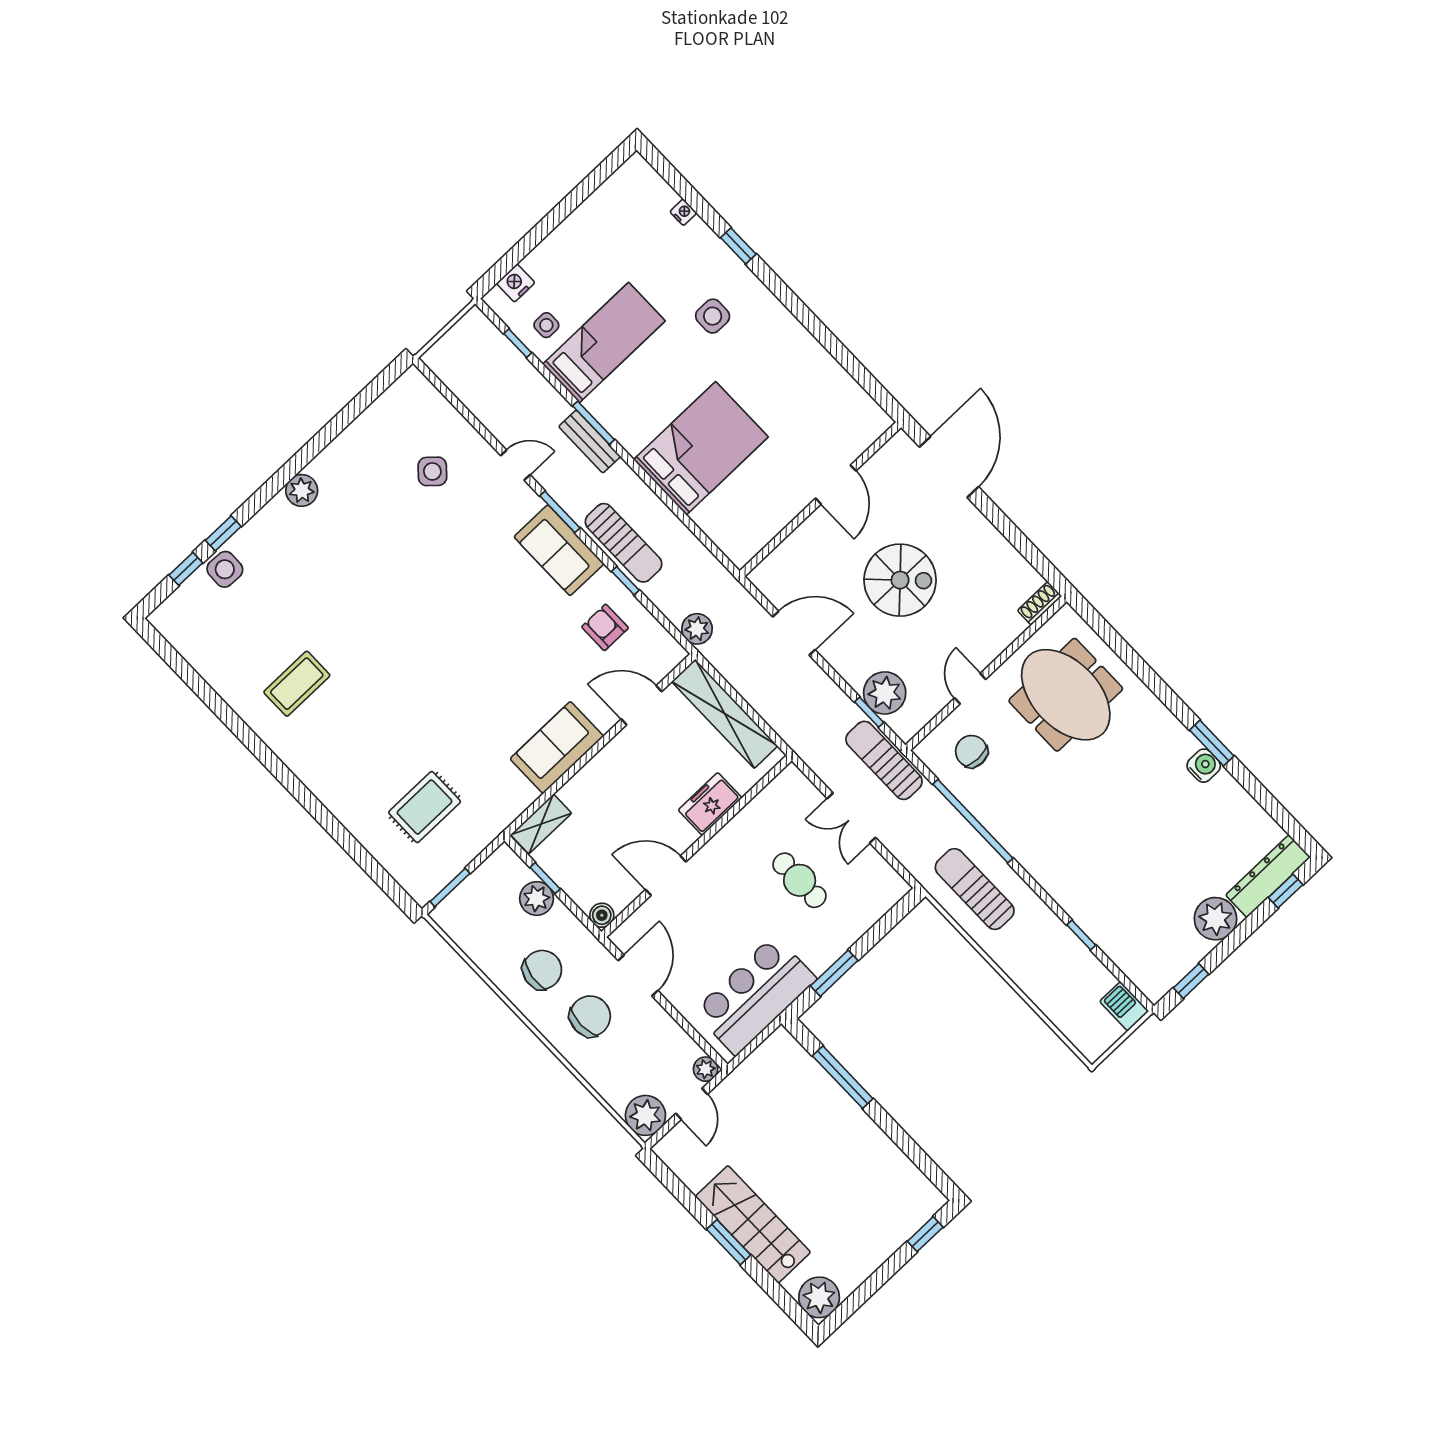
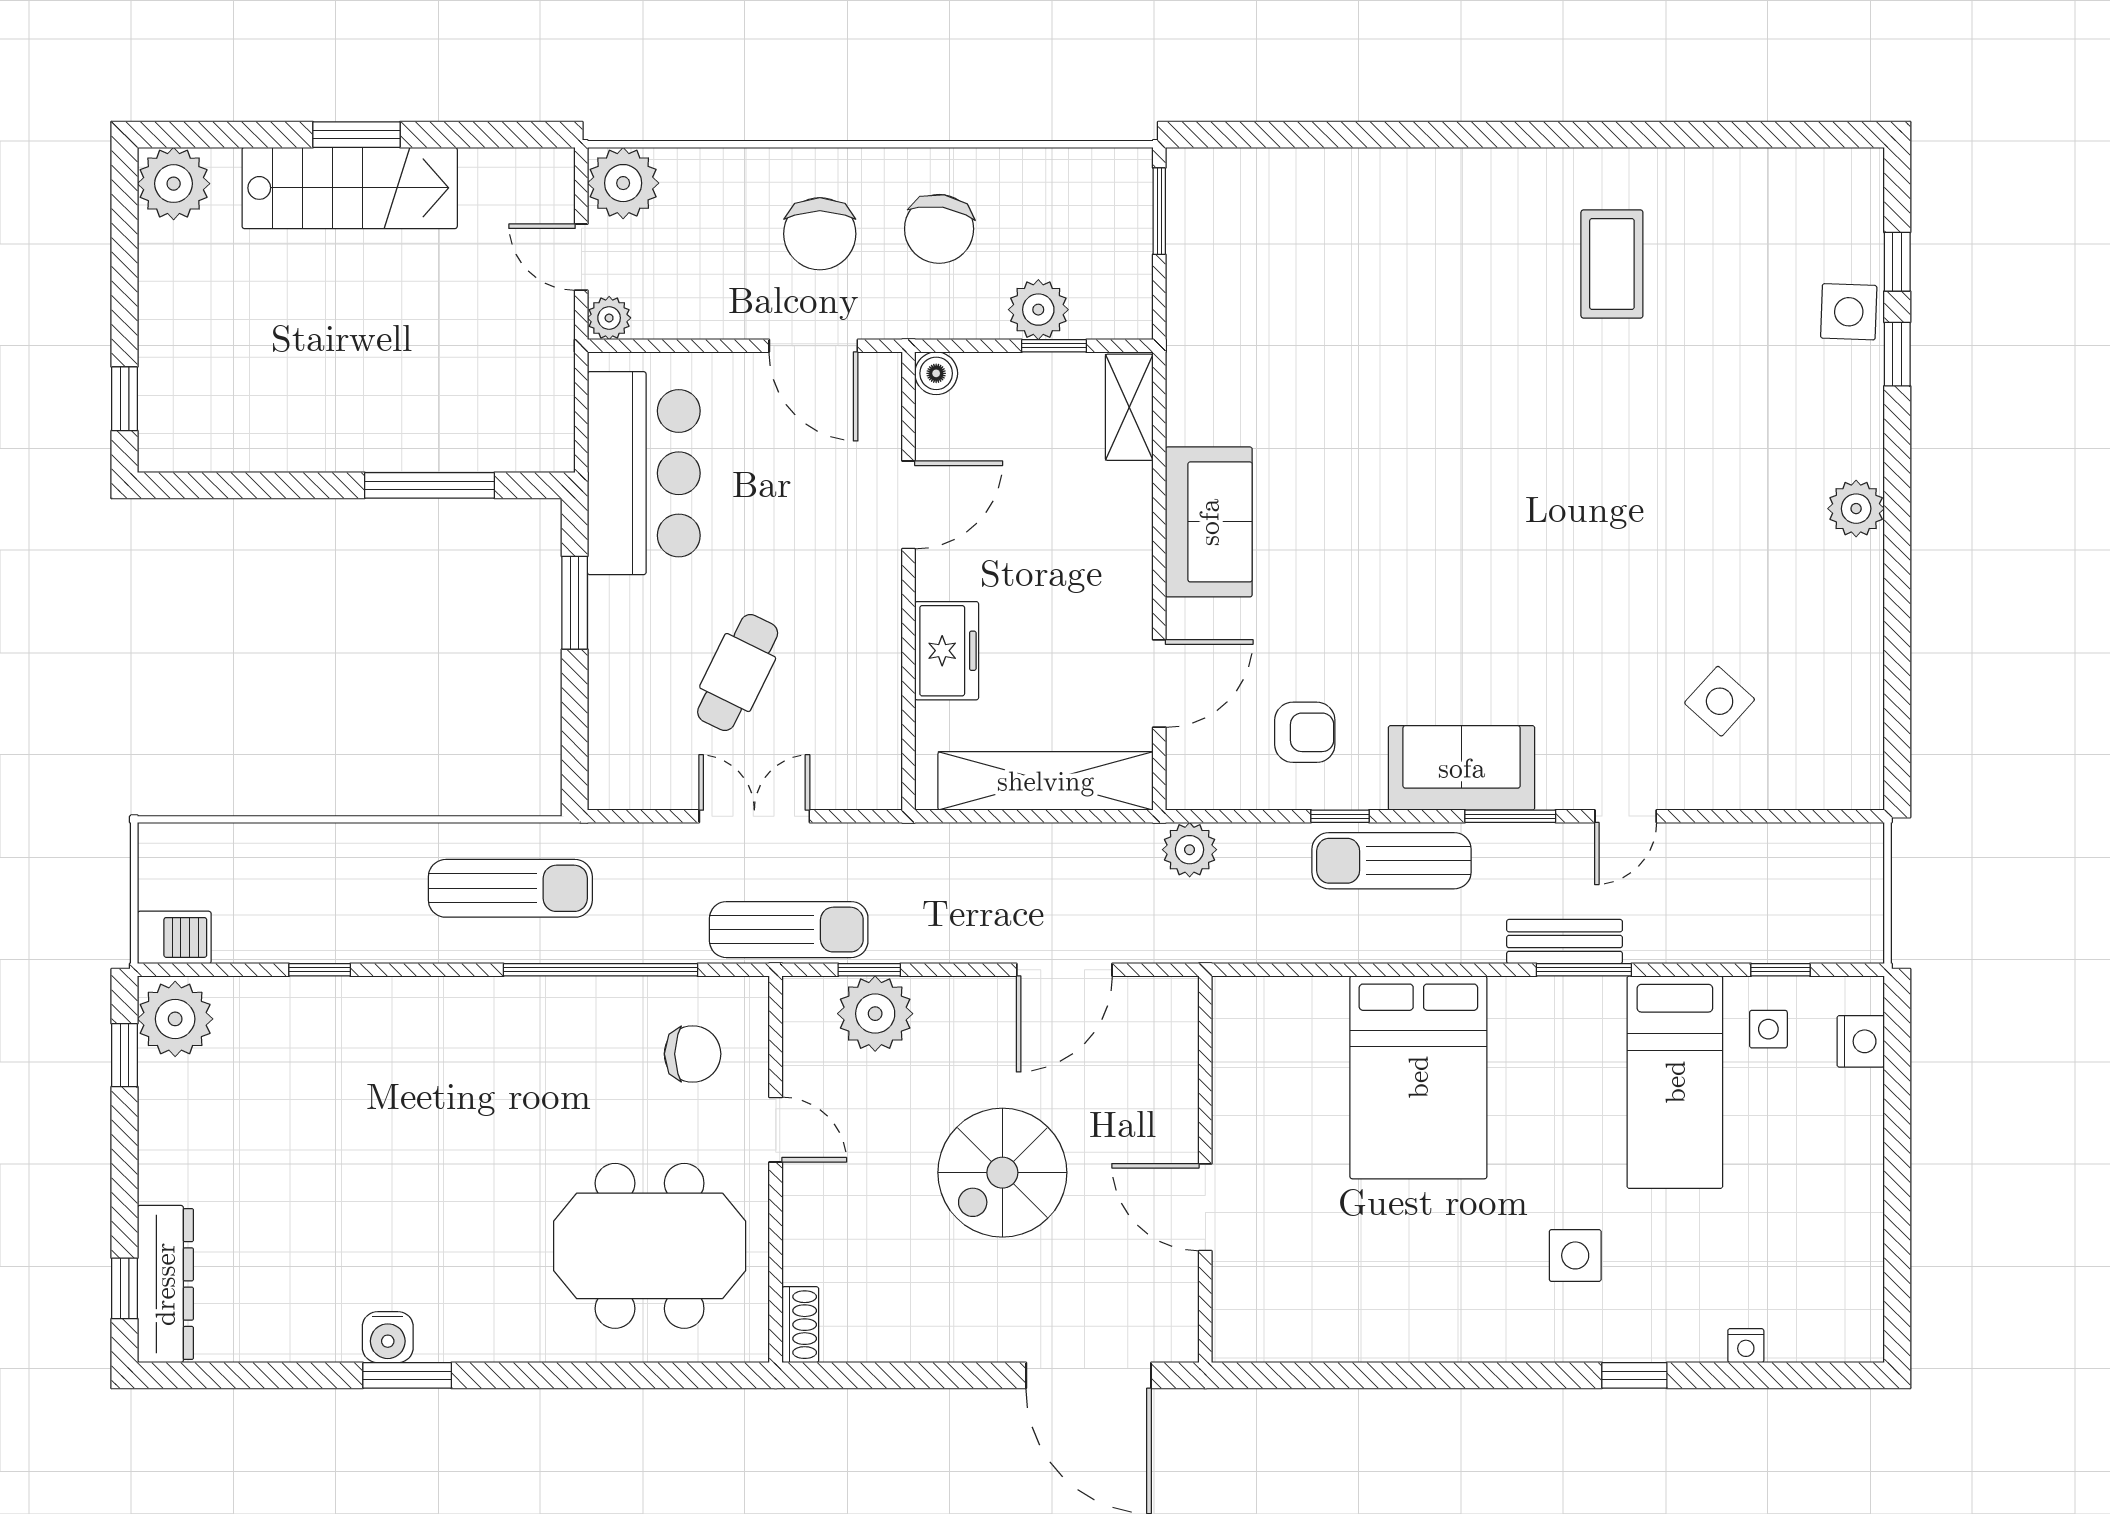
rug: (425, 807) -> (1295, 277), removed
cafe table: (800, 880) -> (738, 673), turned -64
plant: (1215, 919) -> (175, 1019), moved

